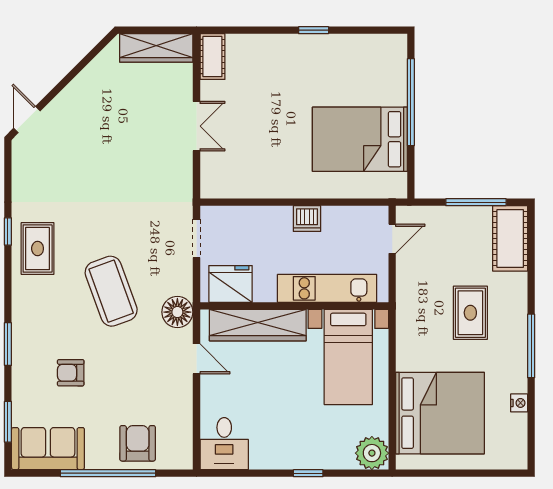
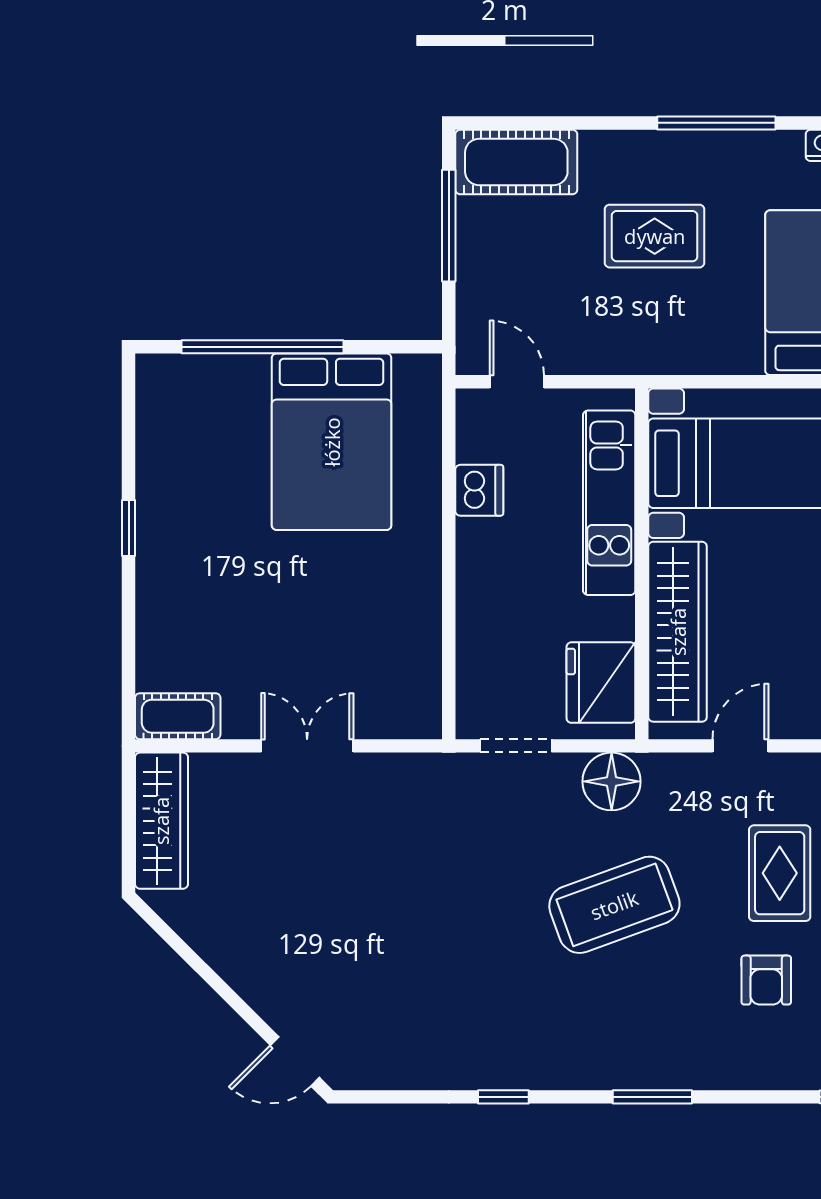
dishwasher: (307, 219) -> (479, 490), moved
rug: (38, 249) -> (780, 873), moved, turned 90
floor lamp: (177, 312) -> (612, 781), moved
window: (8, 344) -> (652, 1097), moved

